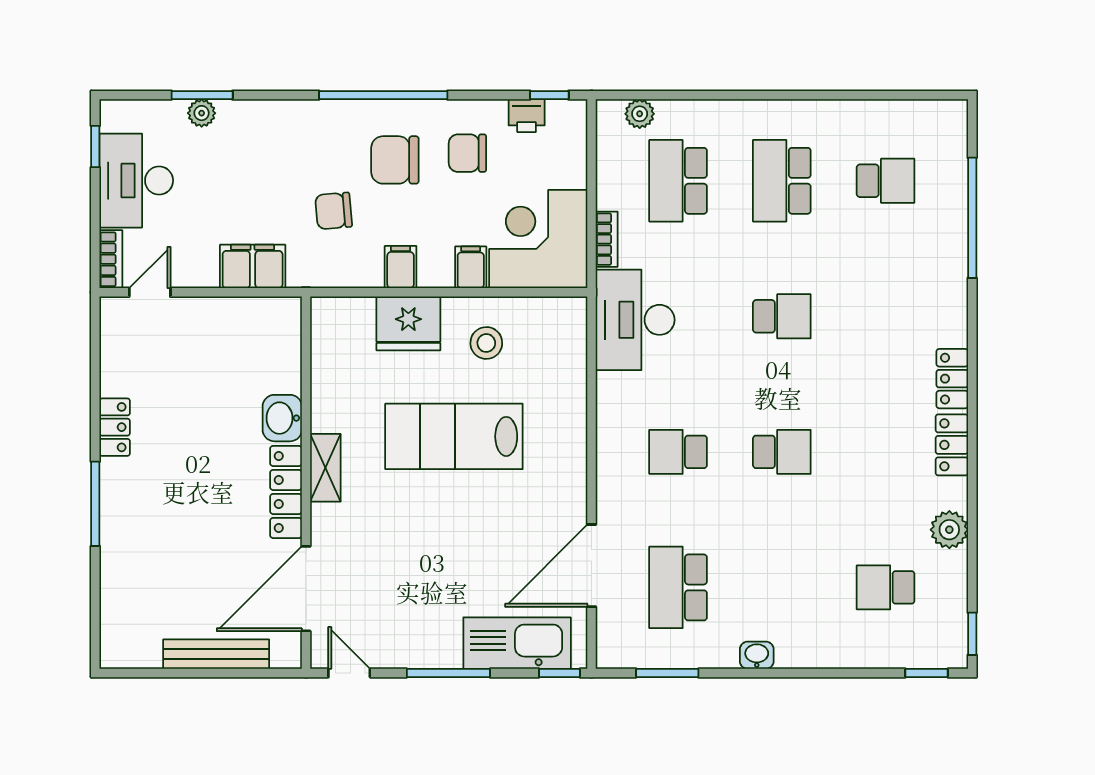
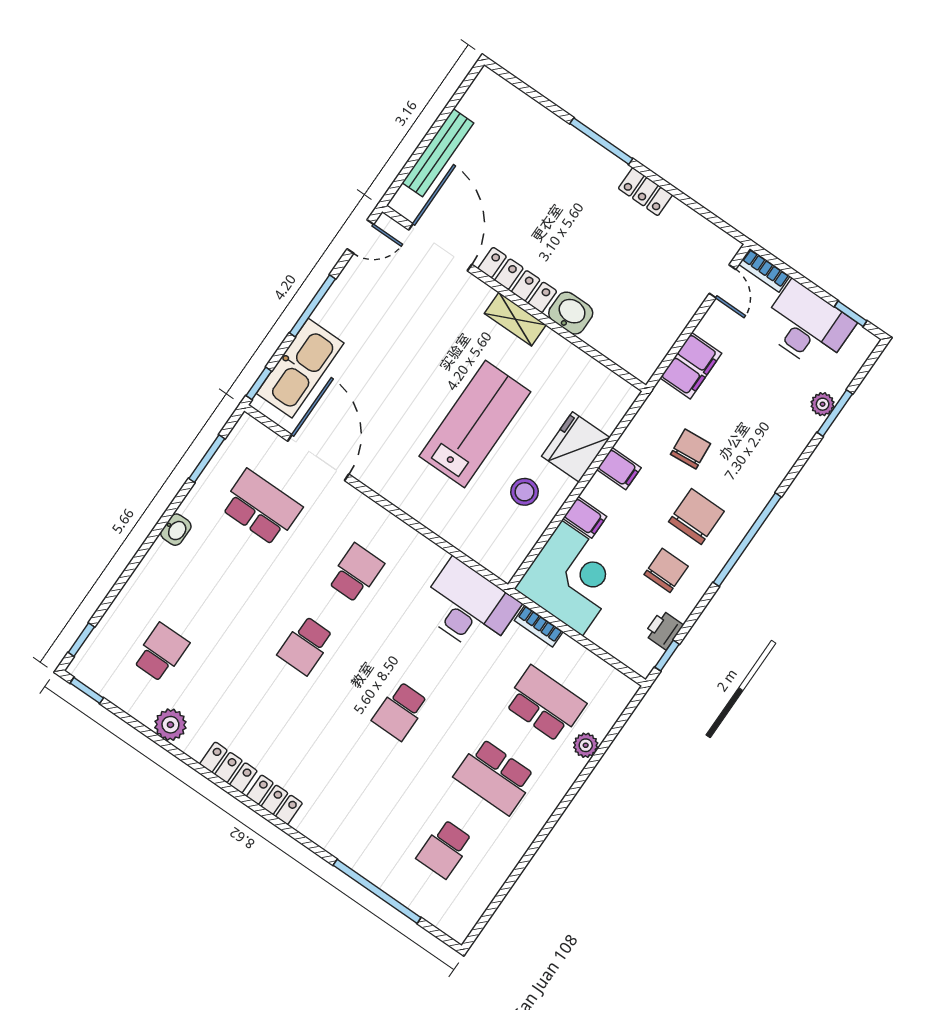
plant: (640, 114) -> (586, 745), moved
school desk: (782, 181) -> (495, 776), turned 180

